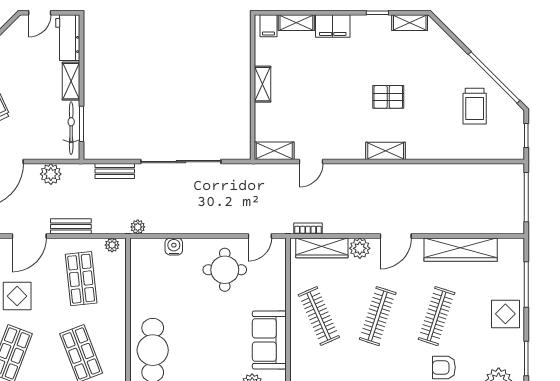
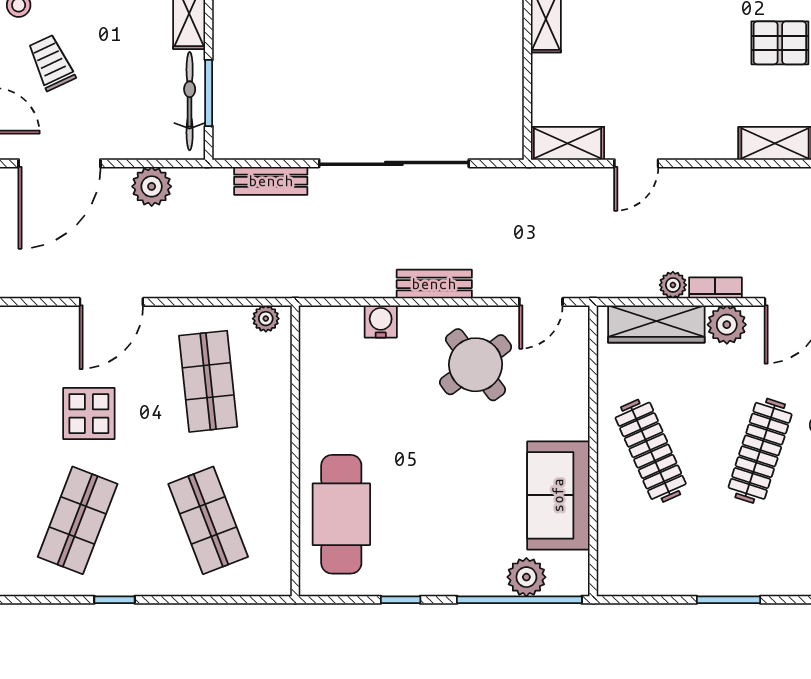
bench: (71, 226) -> (434, 284), moved
plant: (138, 227) -> (673, 285), moved
bookcase: (308, 229) -> (715, 288), moved
round table: (225, 270) -> (476, 365), turned -37

